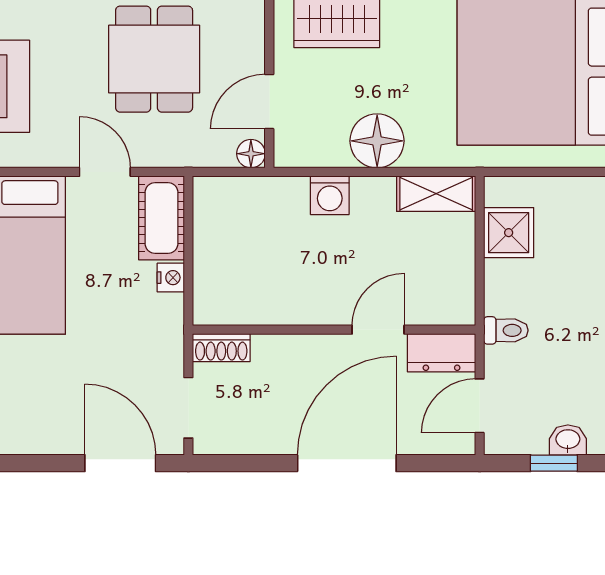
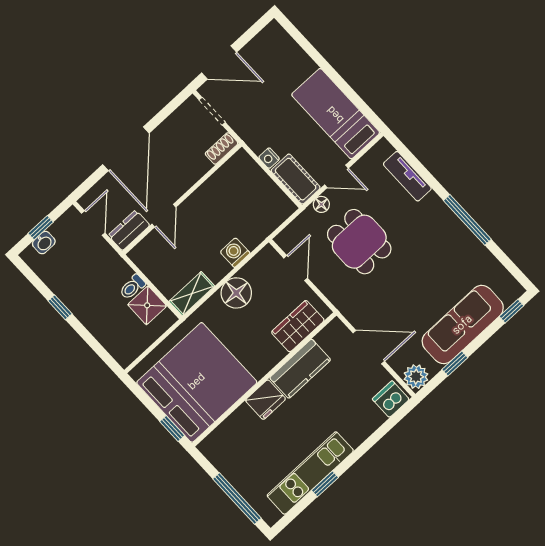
floor lamp: (251, 154) -> (321, 204), moved
toilet: (506, 330) -> (132, 287), moved

